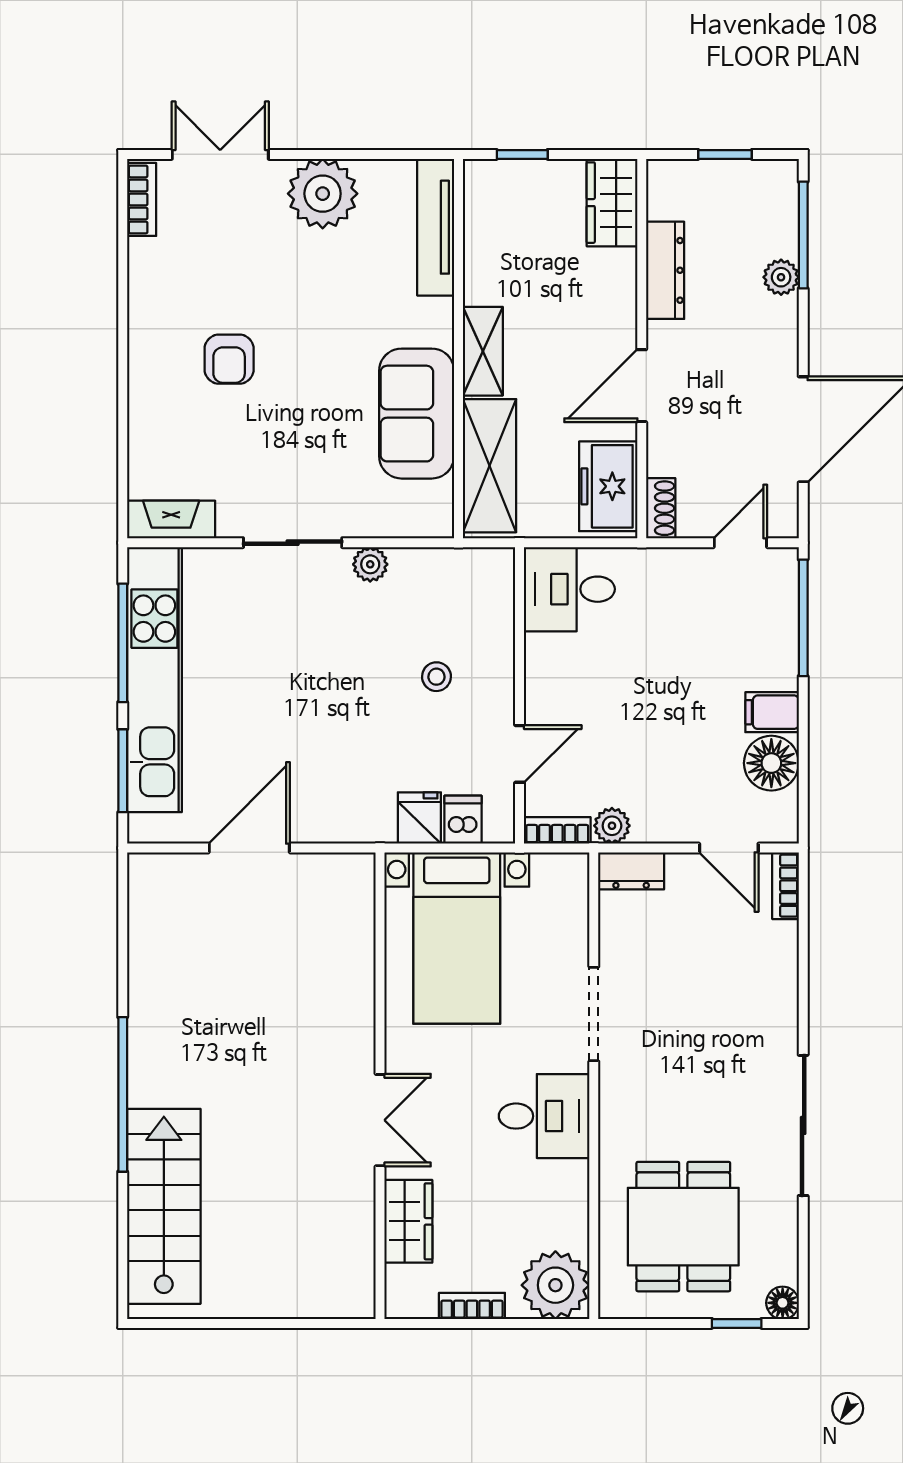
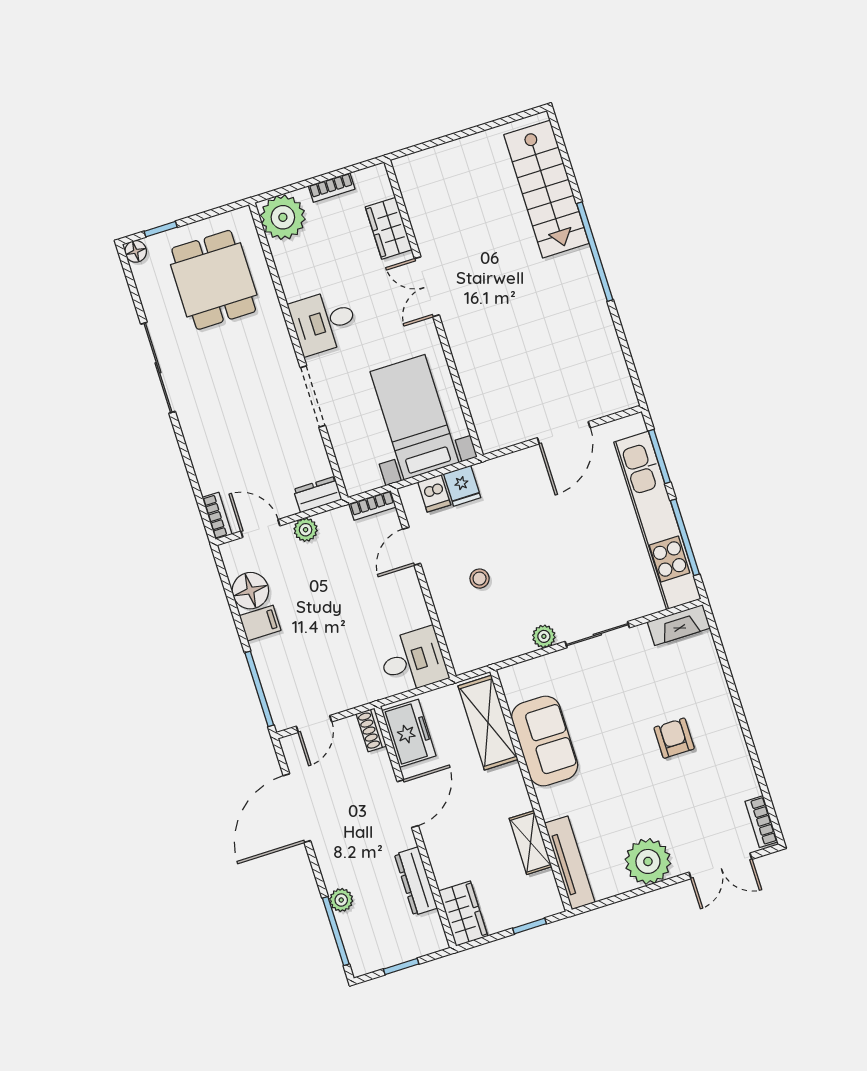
shelving: (483, 351) -> (531, 843), moved
plant: (612, 826) -> (306, 530), moved

